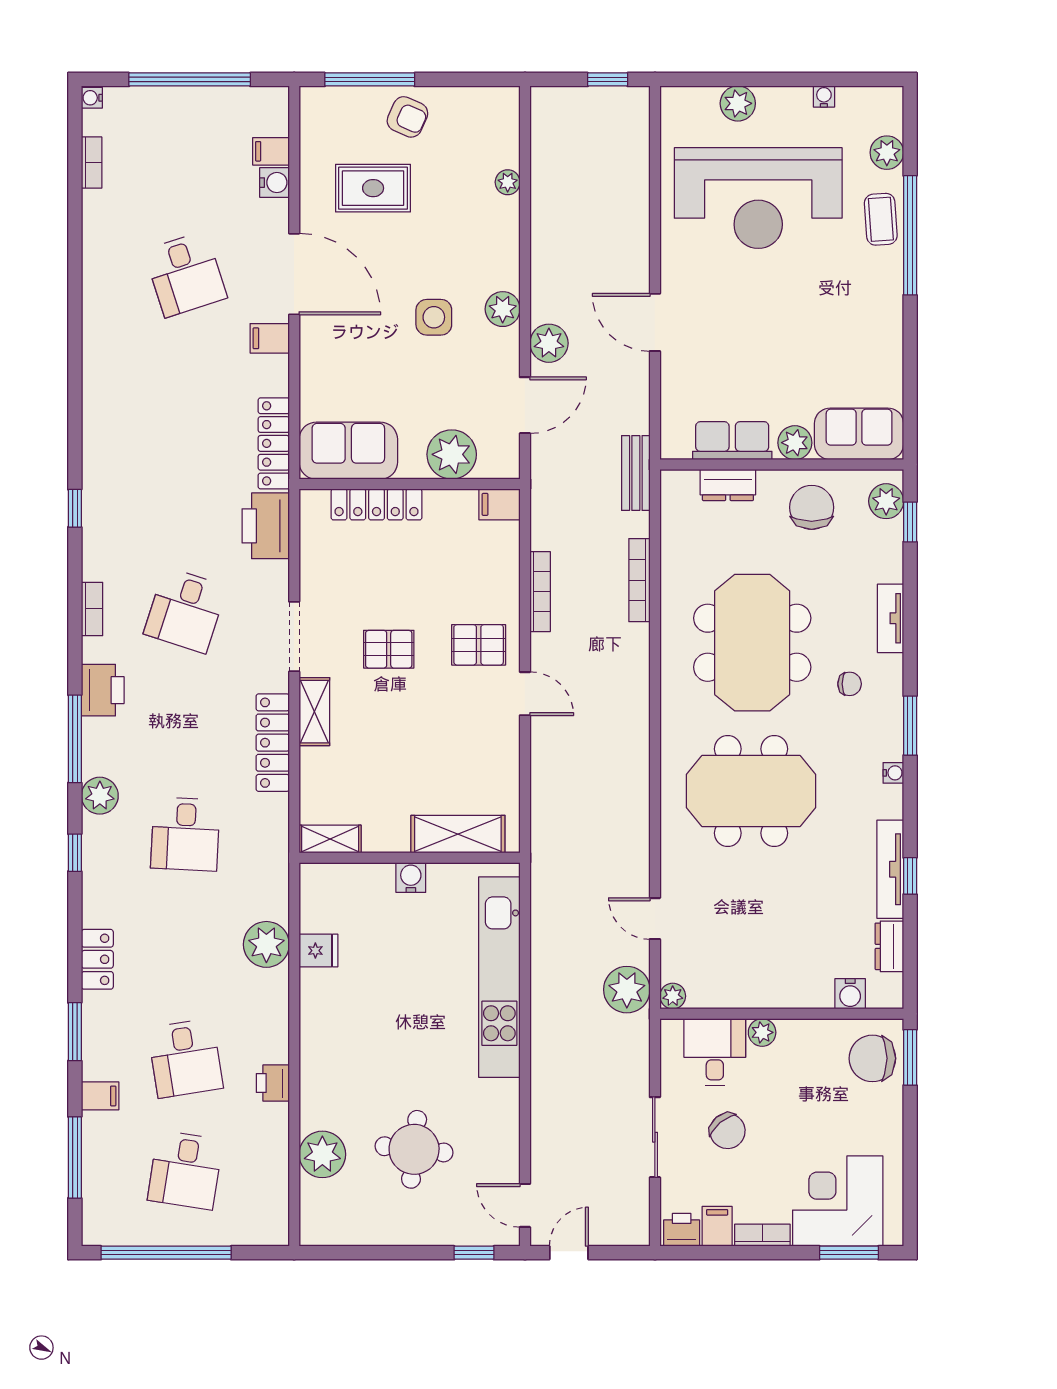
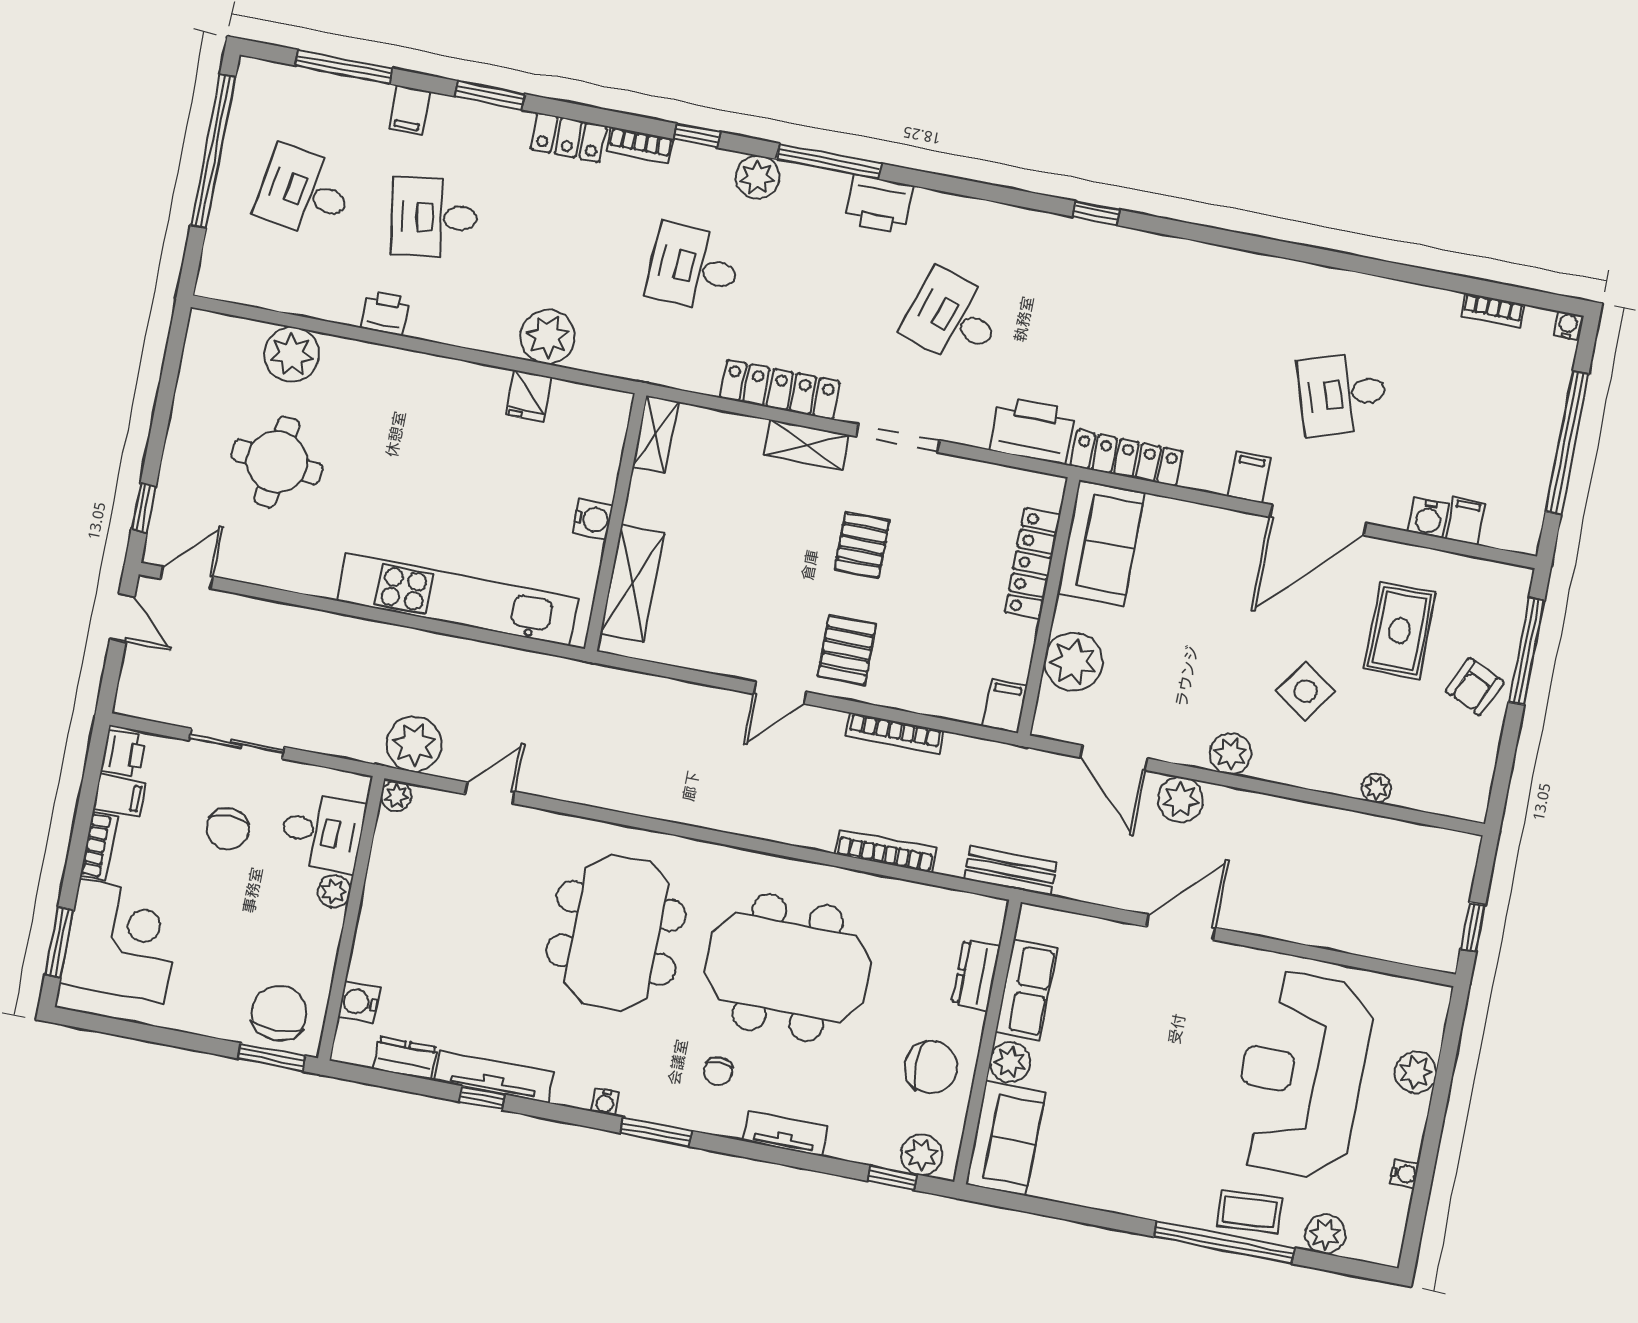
side table: (434, 317) -> (1306, 691), moved, turned 34
bookcase: (92, 609) -> (640, 145), moved
chair: (727, 1131) -> (228, 829), turned -50

